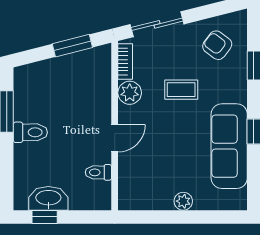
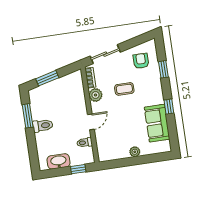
armchair: (217, 45) -> (141, 61), turned 53
window: (72, 46) -> (47, 78), moved
sofa: (229, 146) -> (157, 123), width x0.73
window: (45, 217) -> (78, 169), moved

